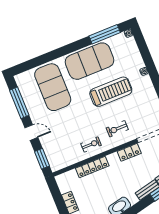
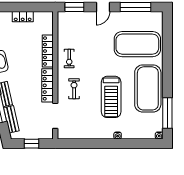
locker: (129, 152) -> (47, 85), width x1.53

